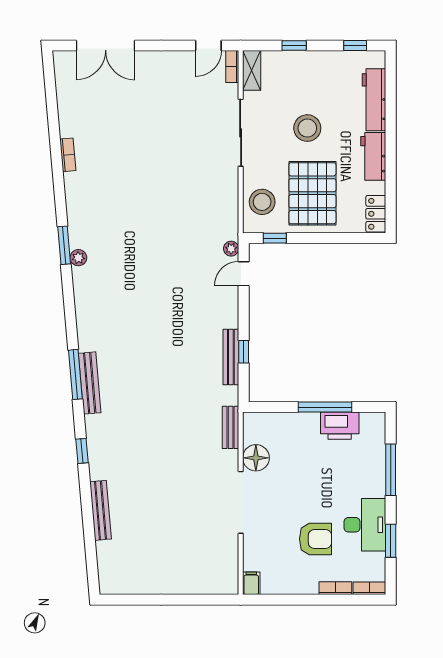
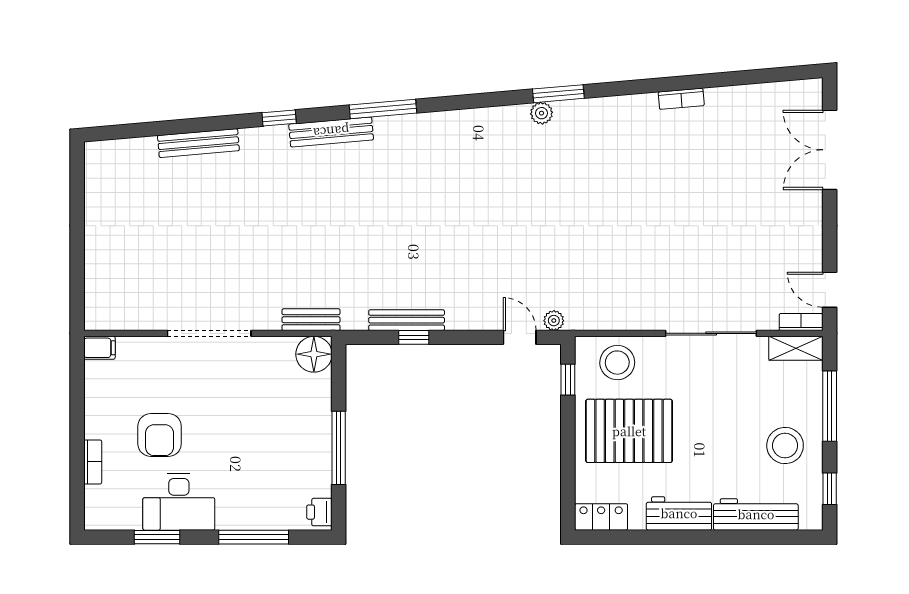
window: (294, 46) -> (830, 406), width x2.17
stool: (307, 128) -> (785, 446), moved
bench: (90, 383) -> (331, 132), moved
printer: (340, 426) -> (319, 512), moved, width x0.53, depth x0.68
floor lamp: (256, 458) -> (314, 354), moved
bookcase: (369, 588) -> (93, 508), removed

